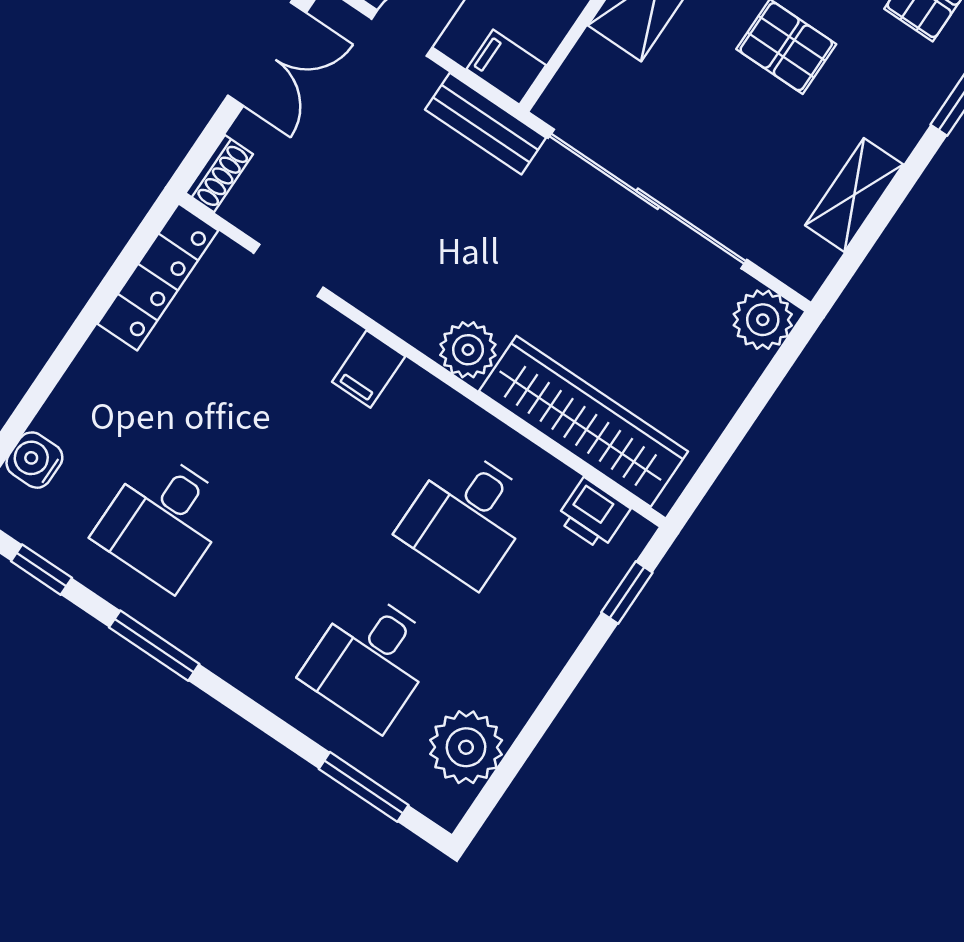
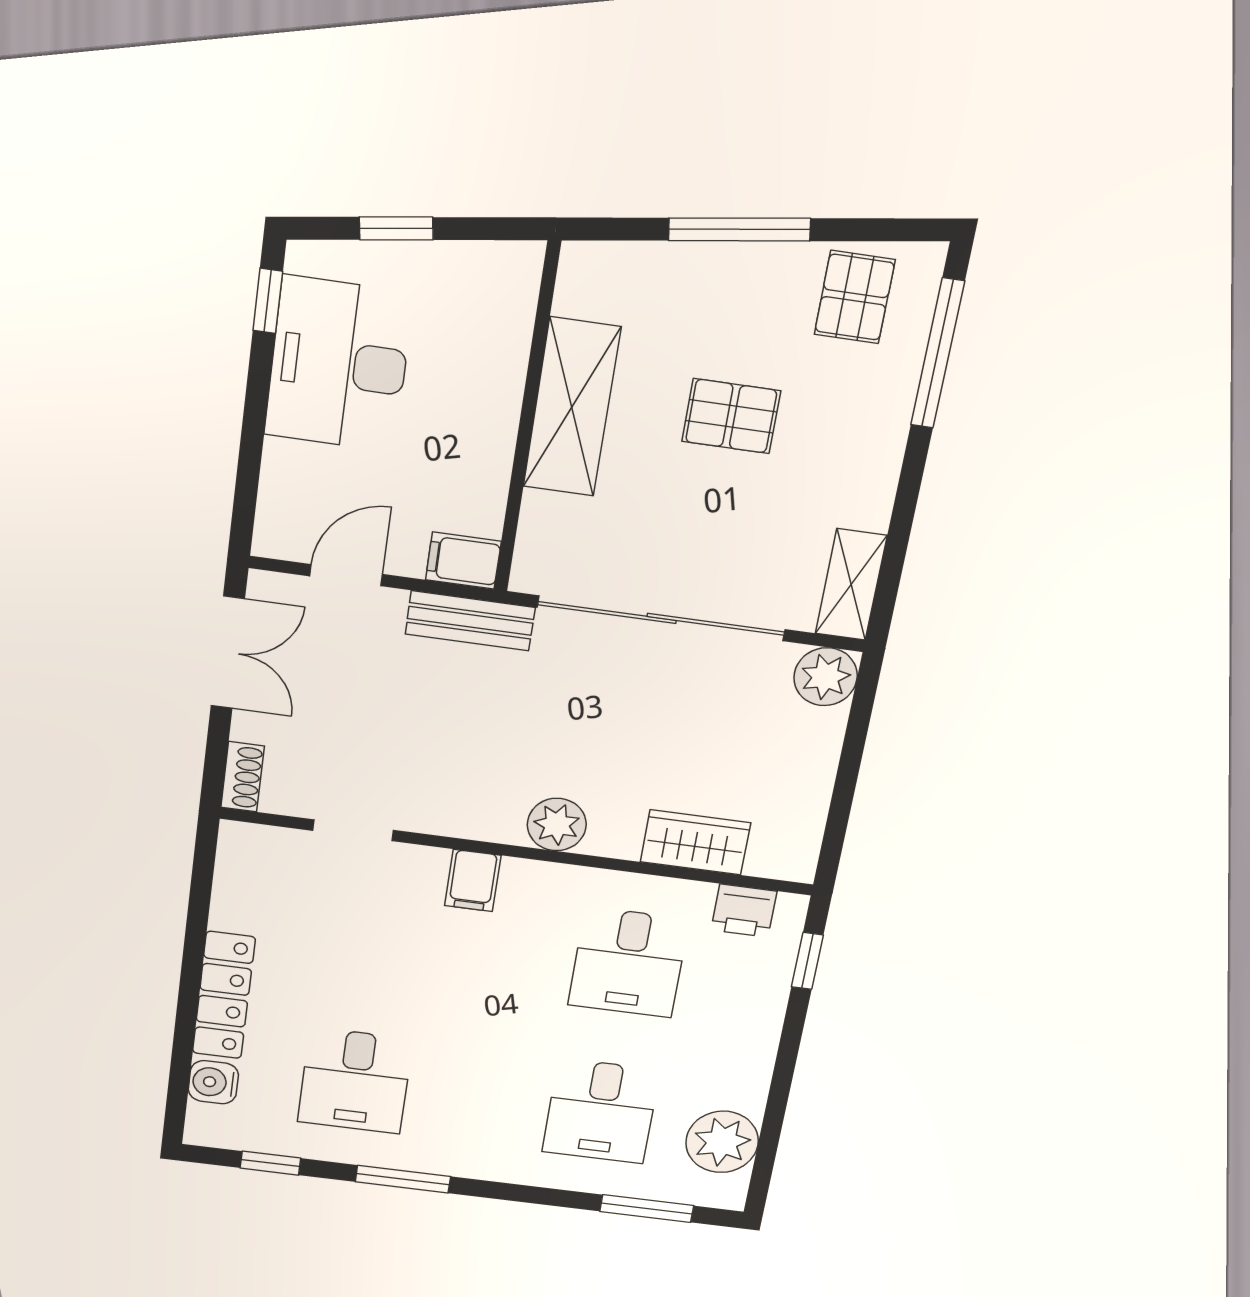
shelving: (854, 195) -> (851, 585), moved
locker: (158, 277) -> (224, 995), moved
wardrobe: (584, 421) -> (695, 842), width x0.48, depth x0.85

